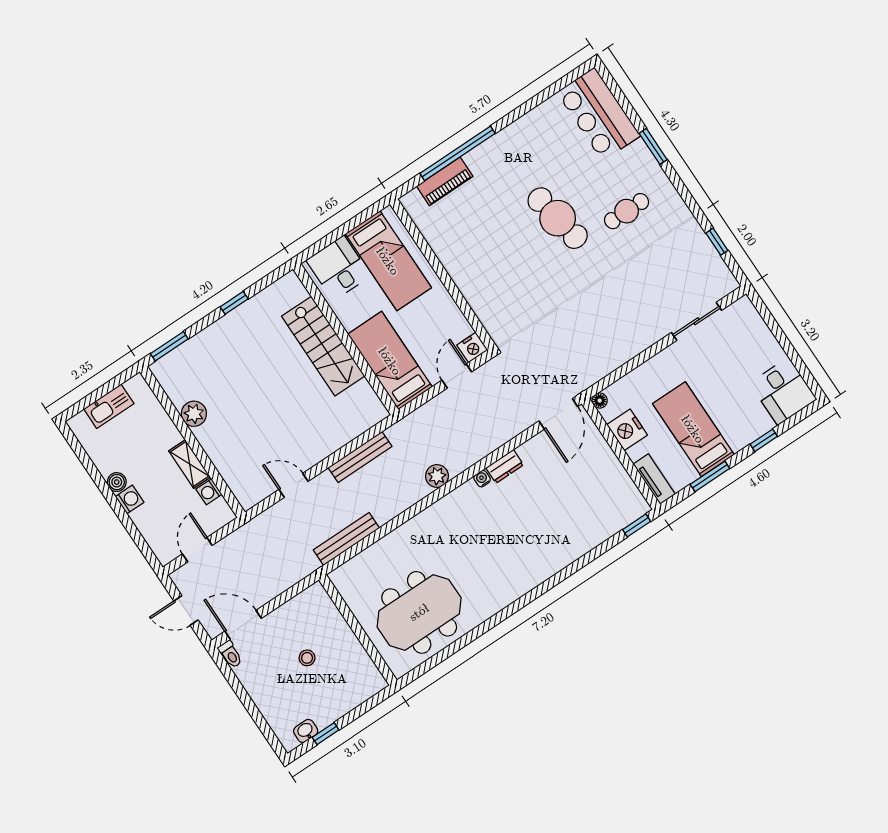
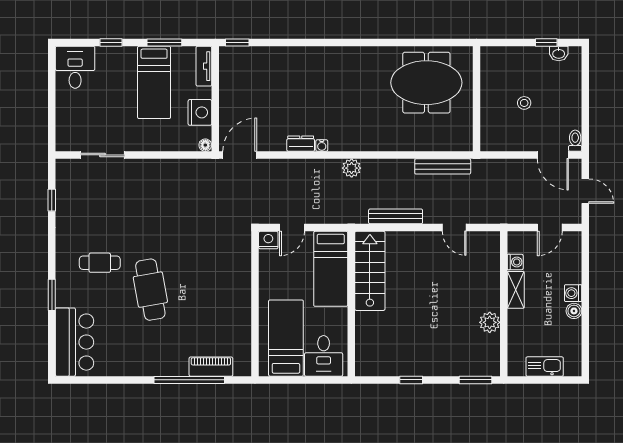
stairs: (323, 346) -> (370, 271), moved

